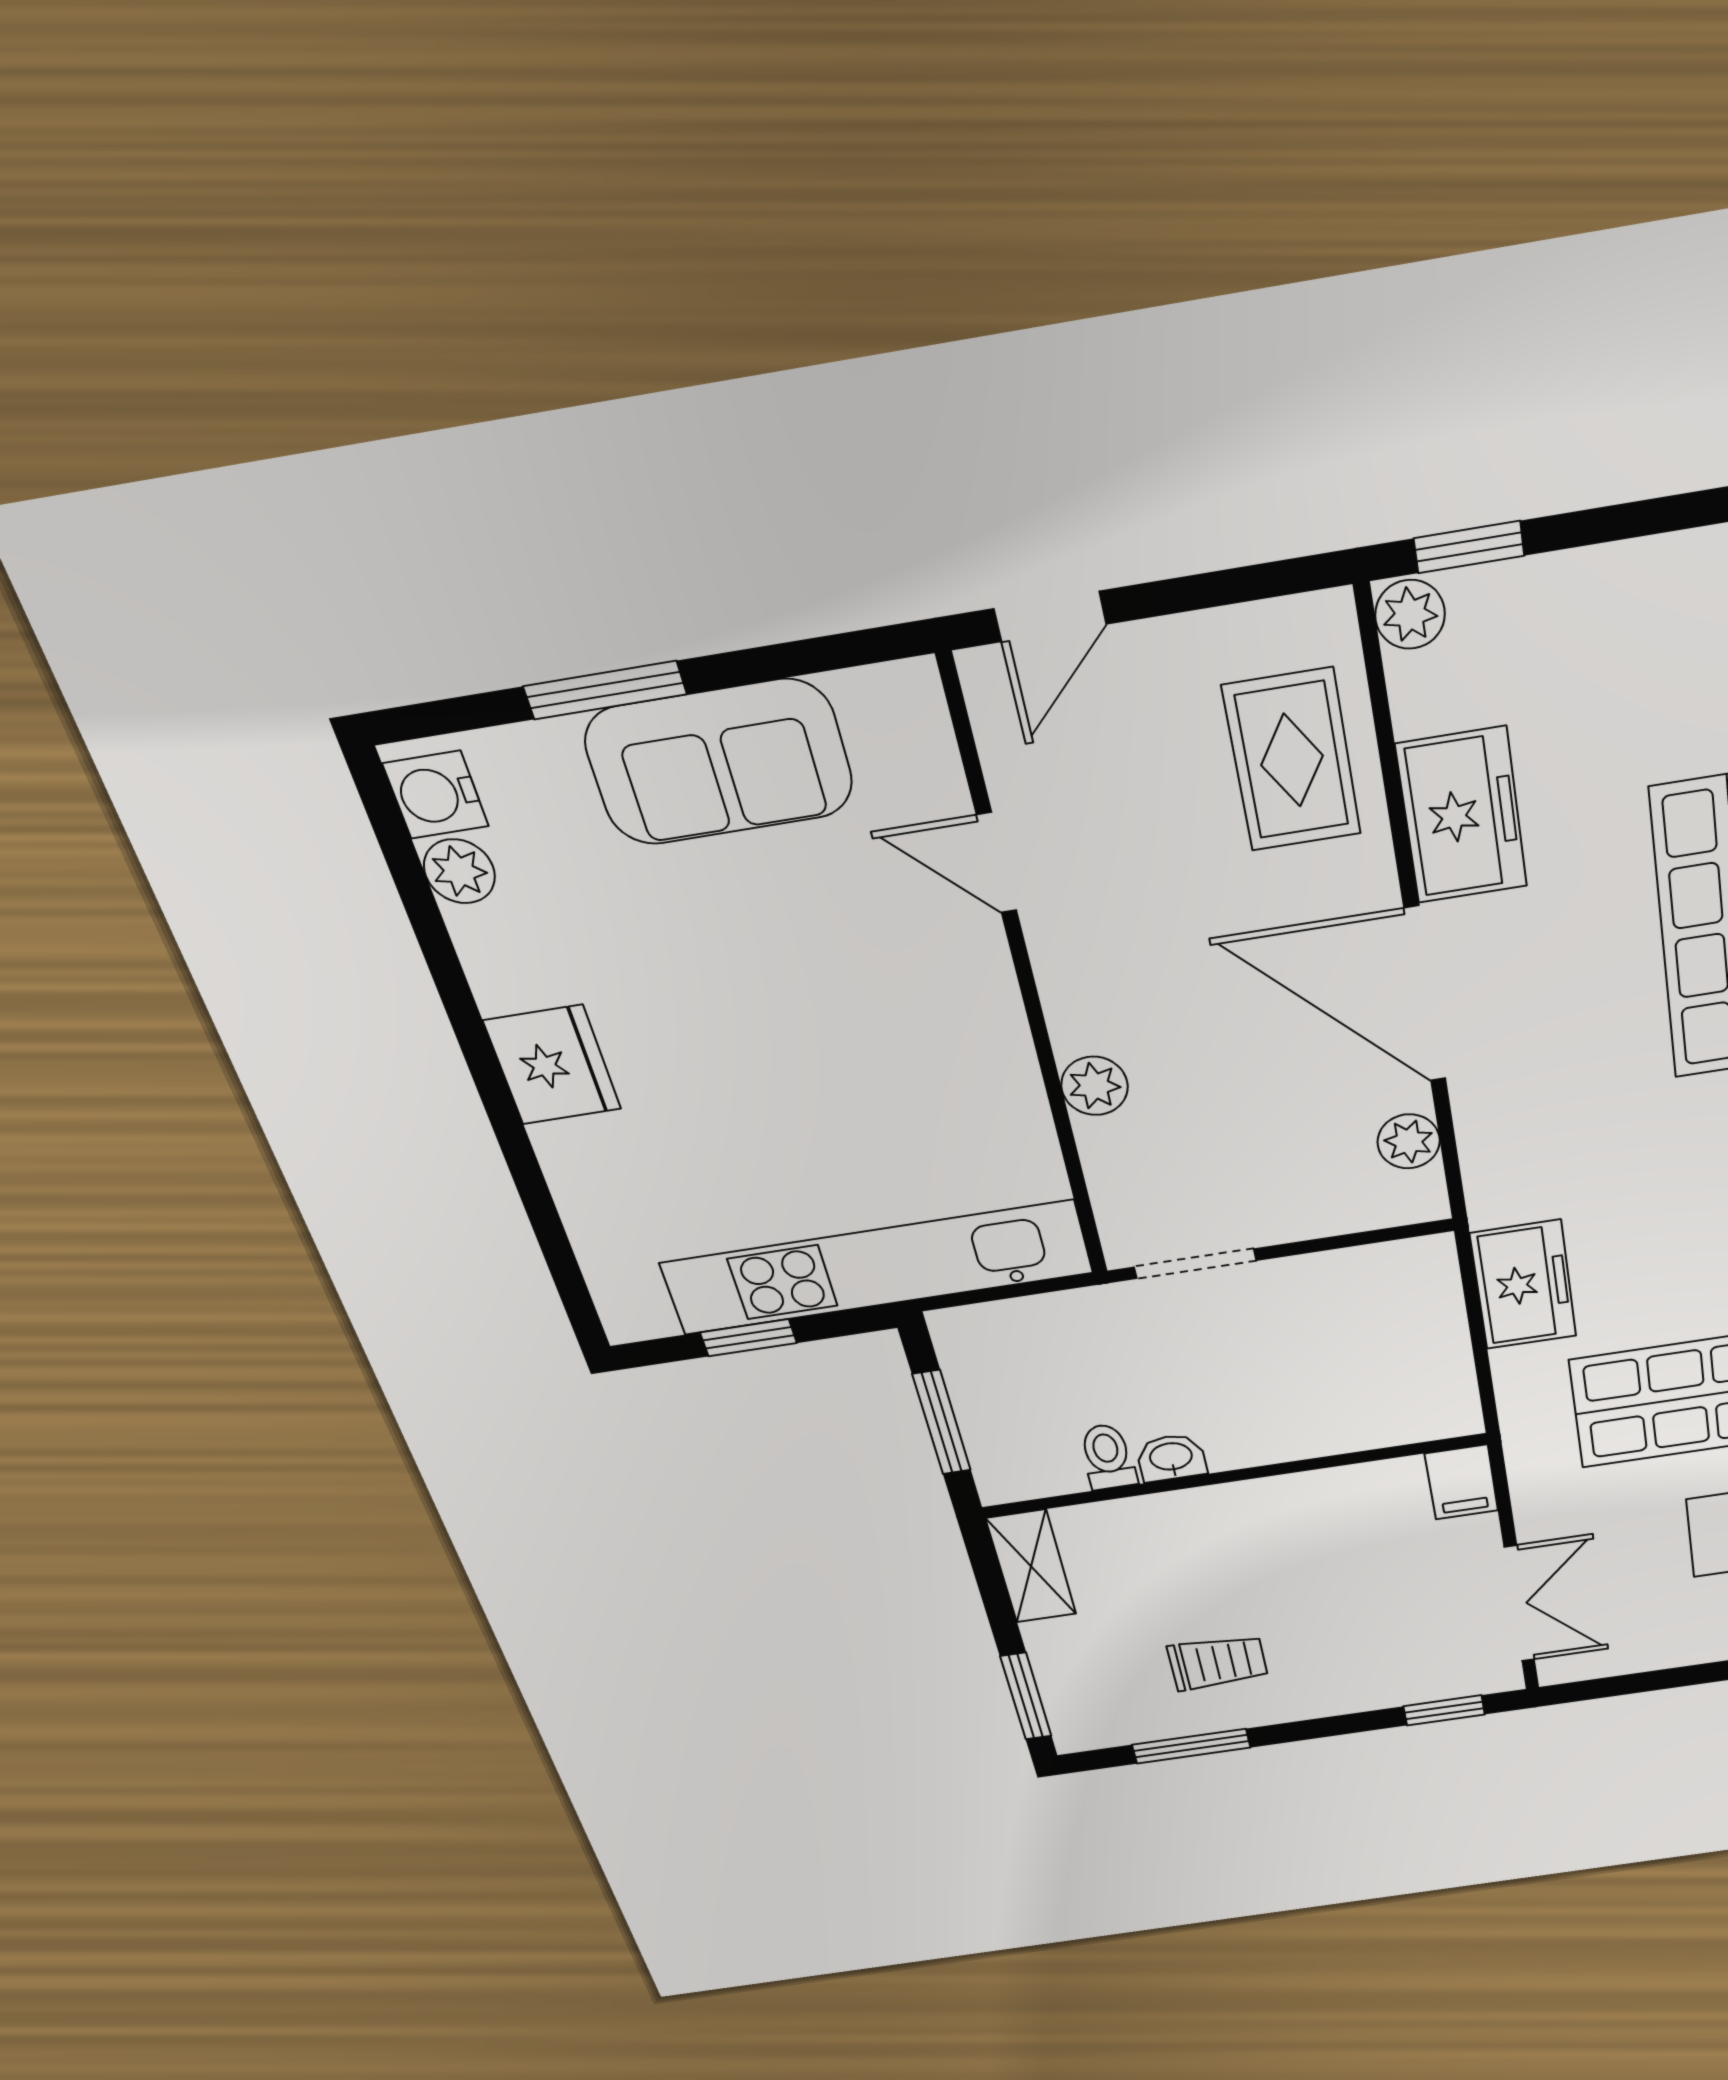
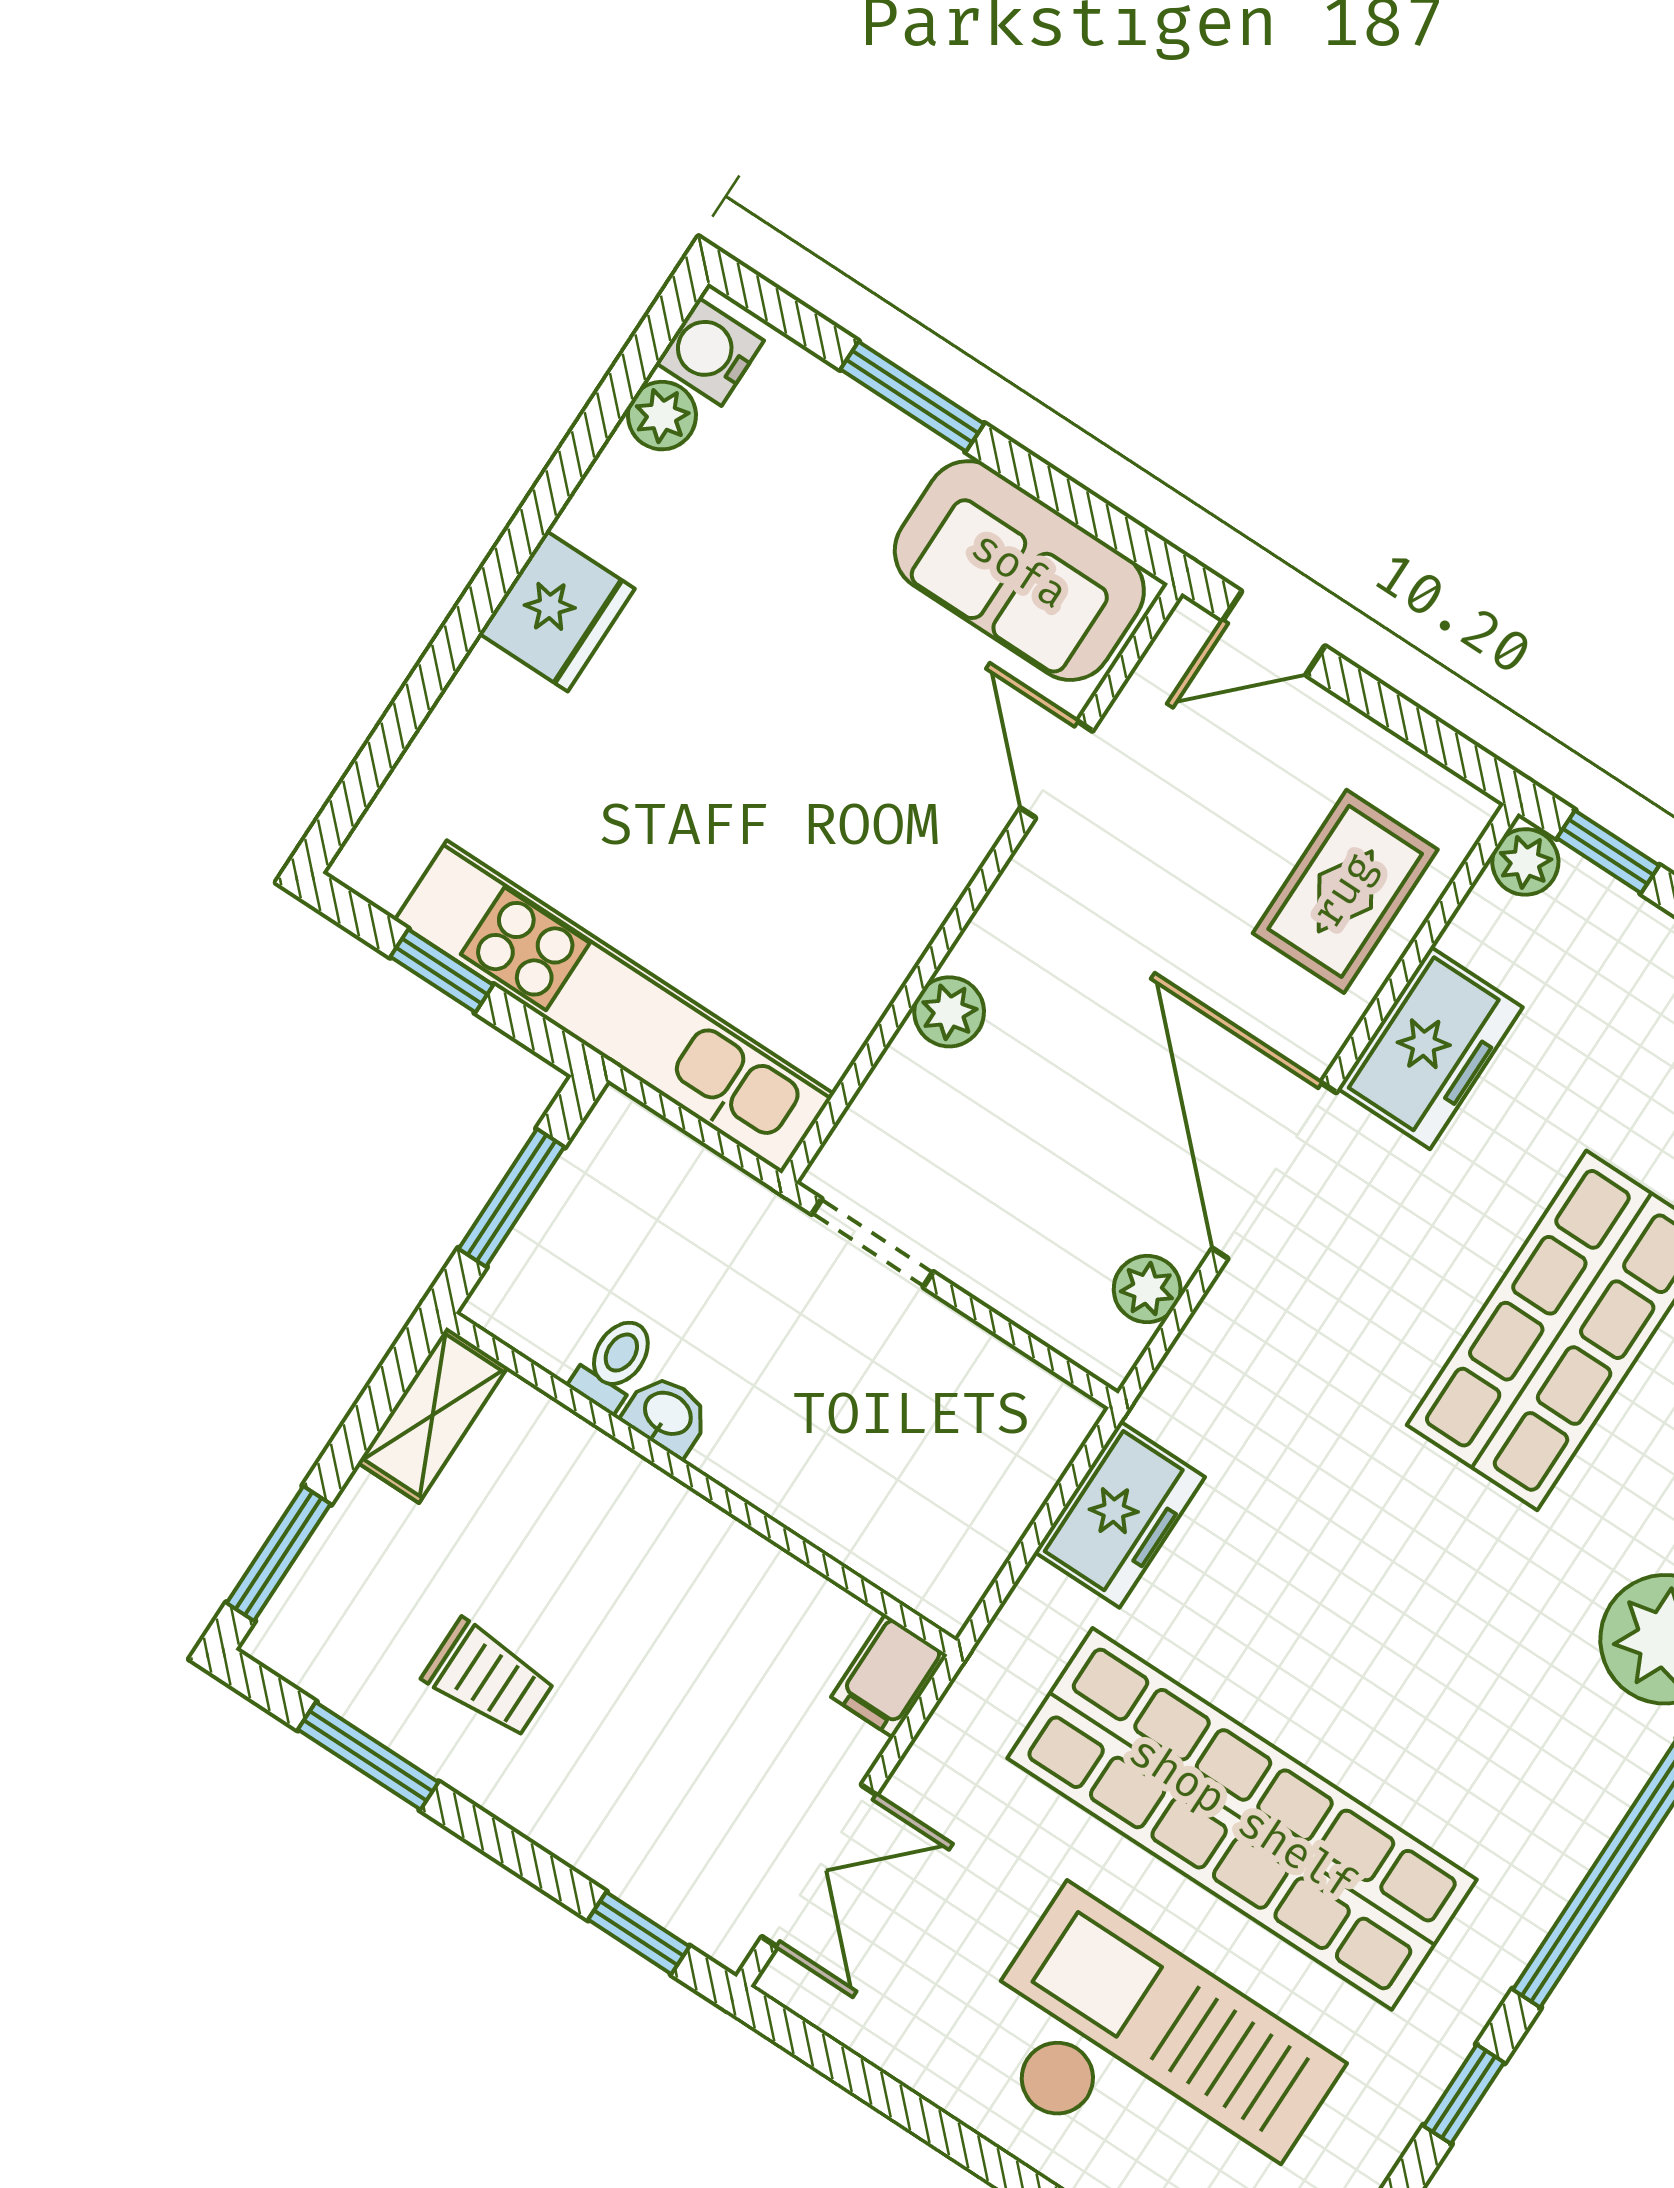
sofa: (719, 762) -> (1019, 571), moved

